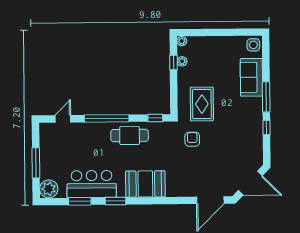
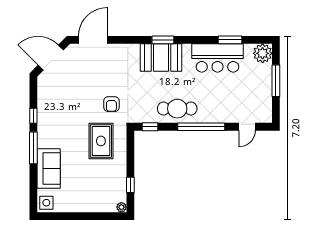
plant: (182, 61) -> (121, 186), removed
window: (116, 201) -> (163, 40), moved

